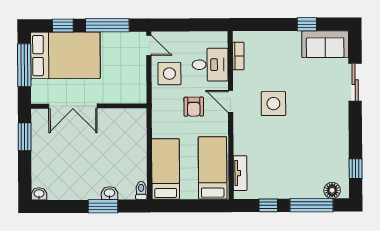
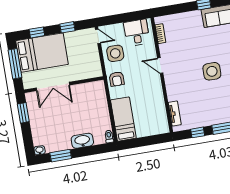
window: (107, 25) -> (67, 27), width x0.46
desk: (210, 65) -> (137, 33), moved, turned -90
side table: (273, 104) -> (212, 71), moved
armchair: (194, 107) -> (117, 79), moved
bed: (213, 168) -> (155, 113), removed
washbasin: (110, 193) -> (82, 141), width x1.91, depth x1.45
window: (103, 206) -> (61, 156), moved

